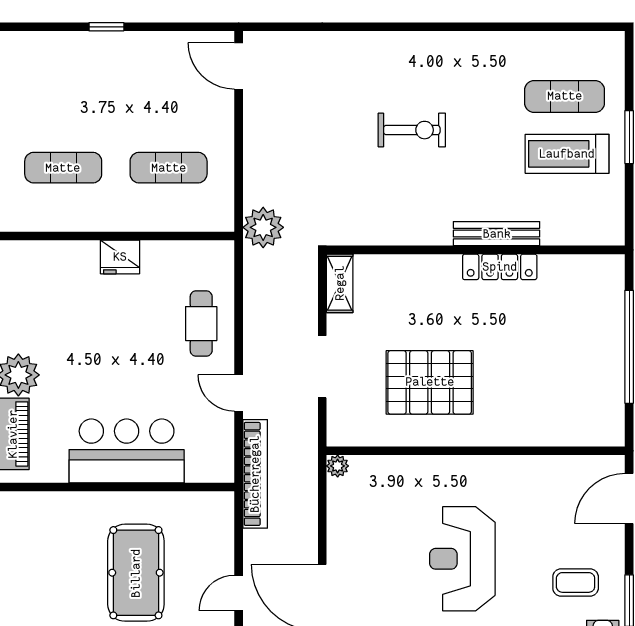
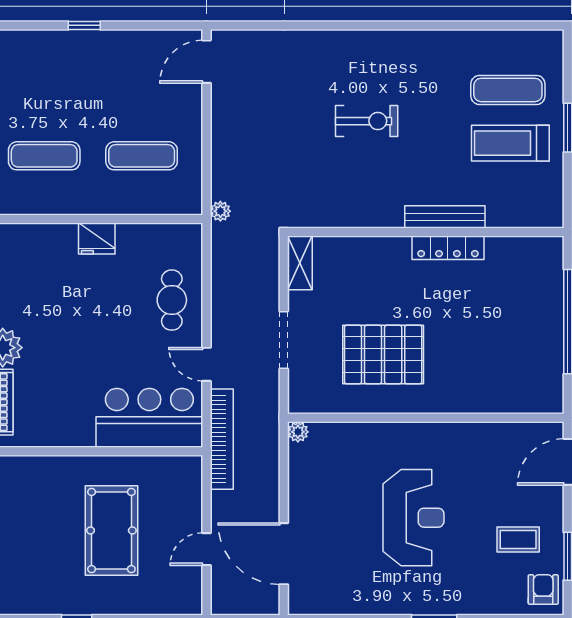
door: (239, 66) -> (206, 62), hinge flipped
plant: (263, 227) -> (220, 211), width x0.53, depth x0.53
bar counter: (127, 451) -> (149, 418), moved
reception desk: (462, 559) -> (413, 518), turned 180

